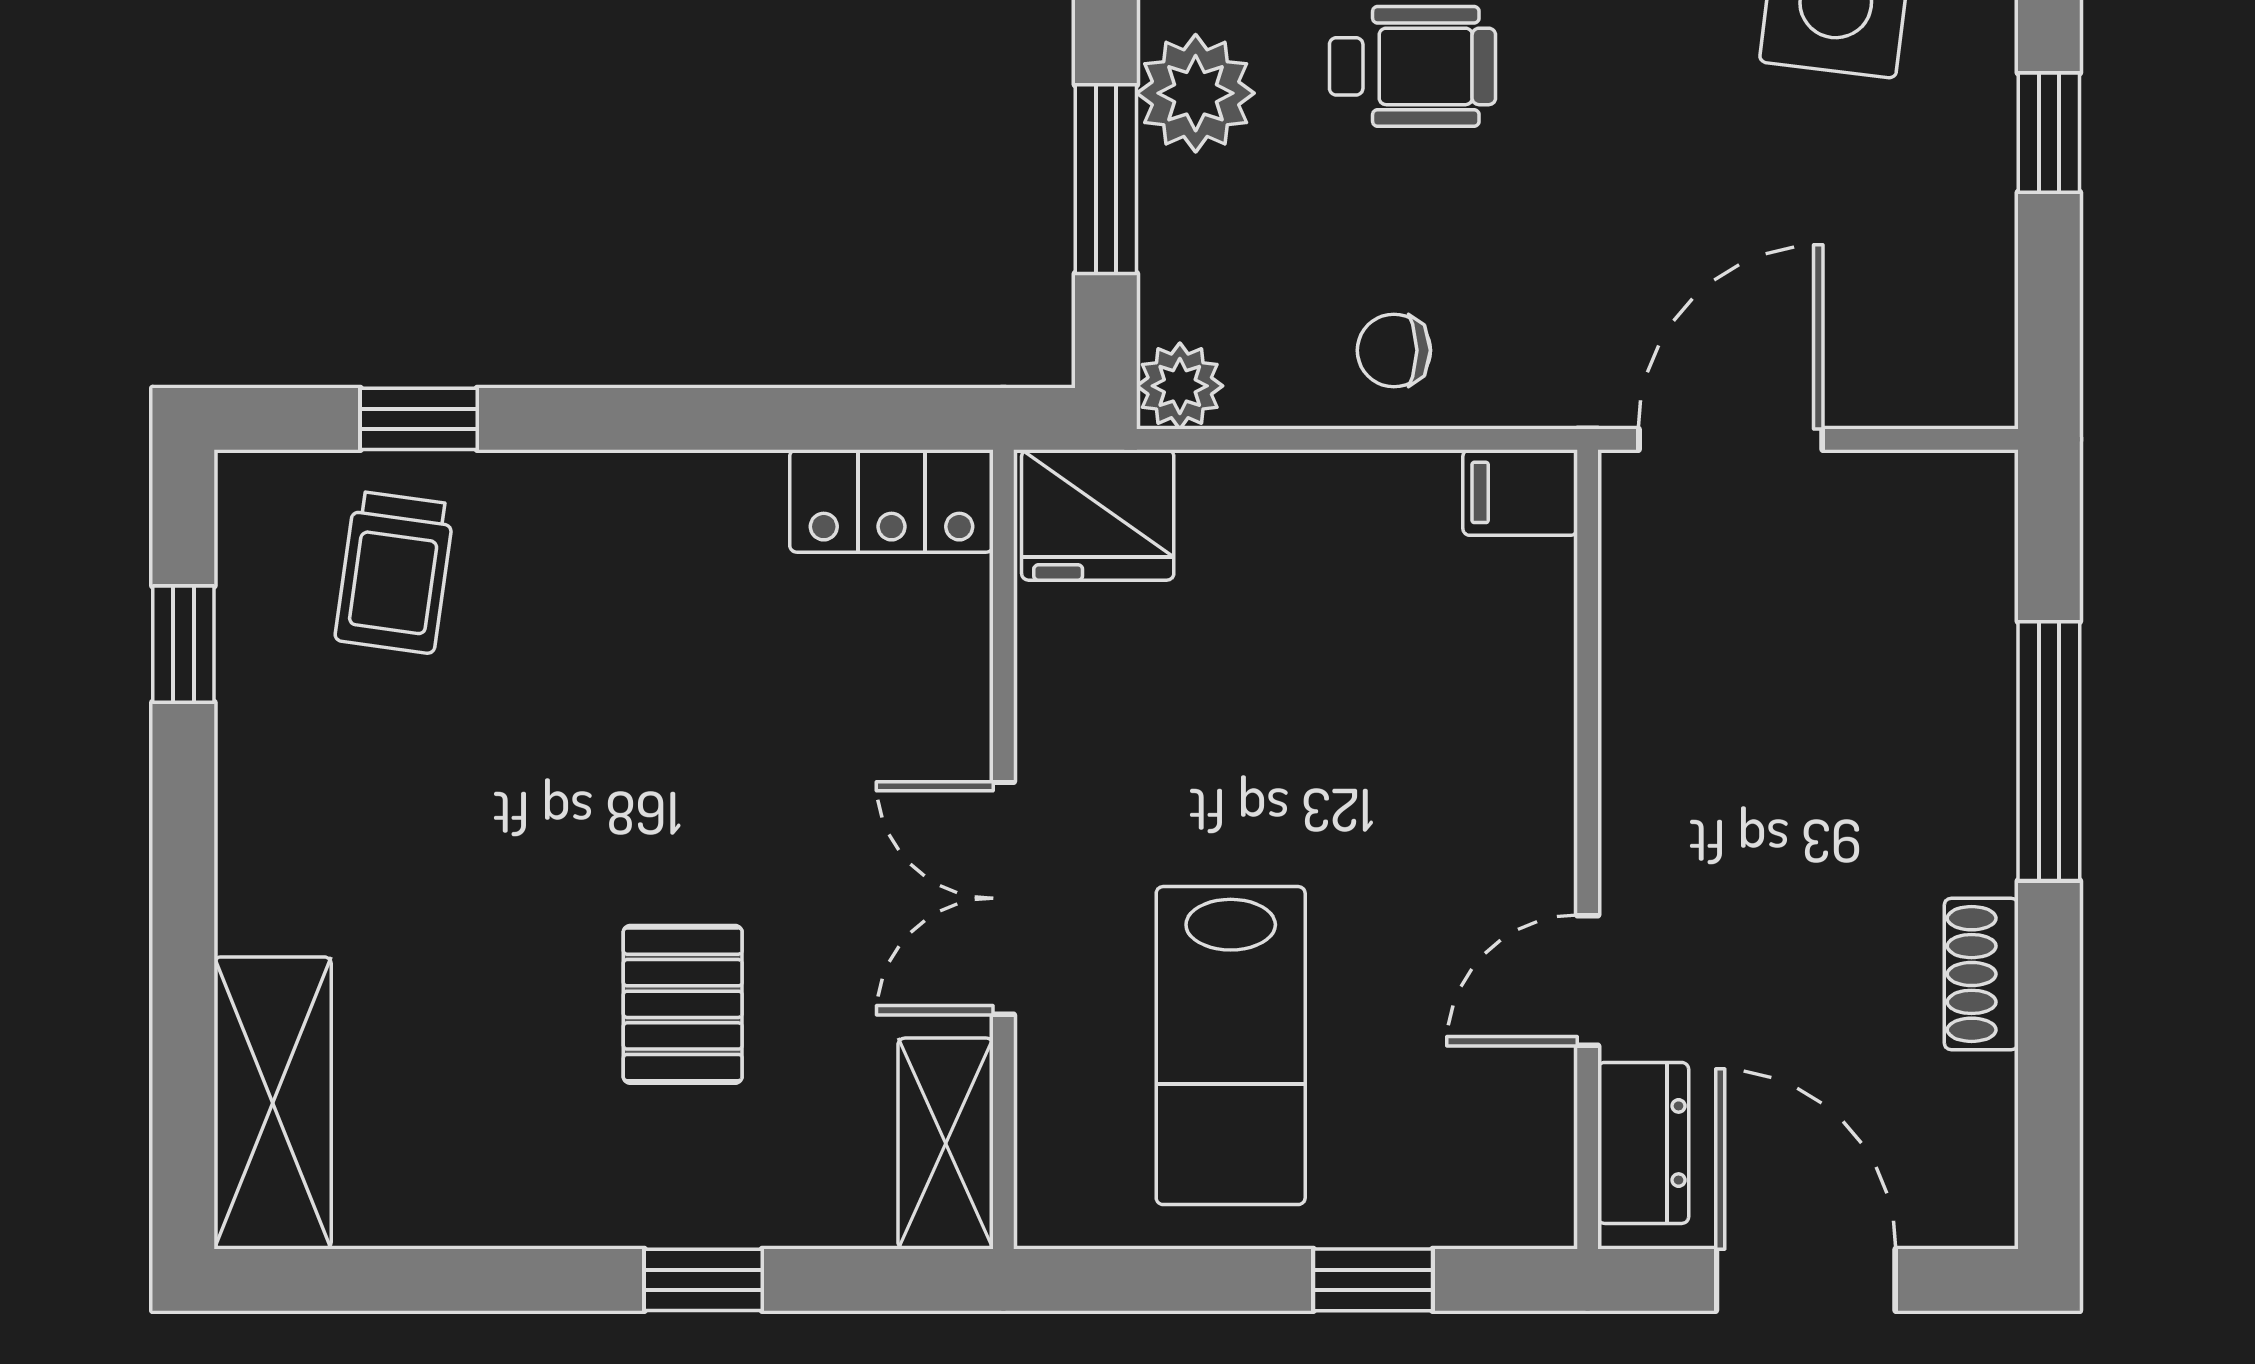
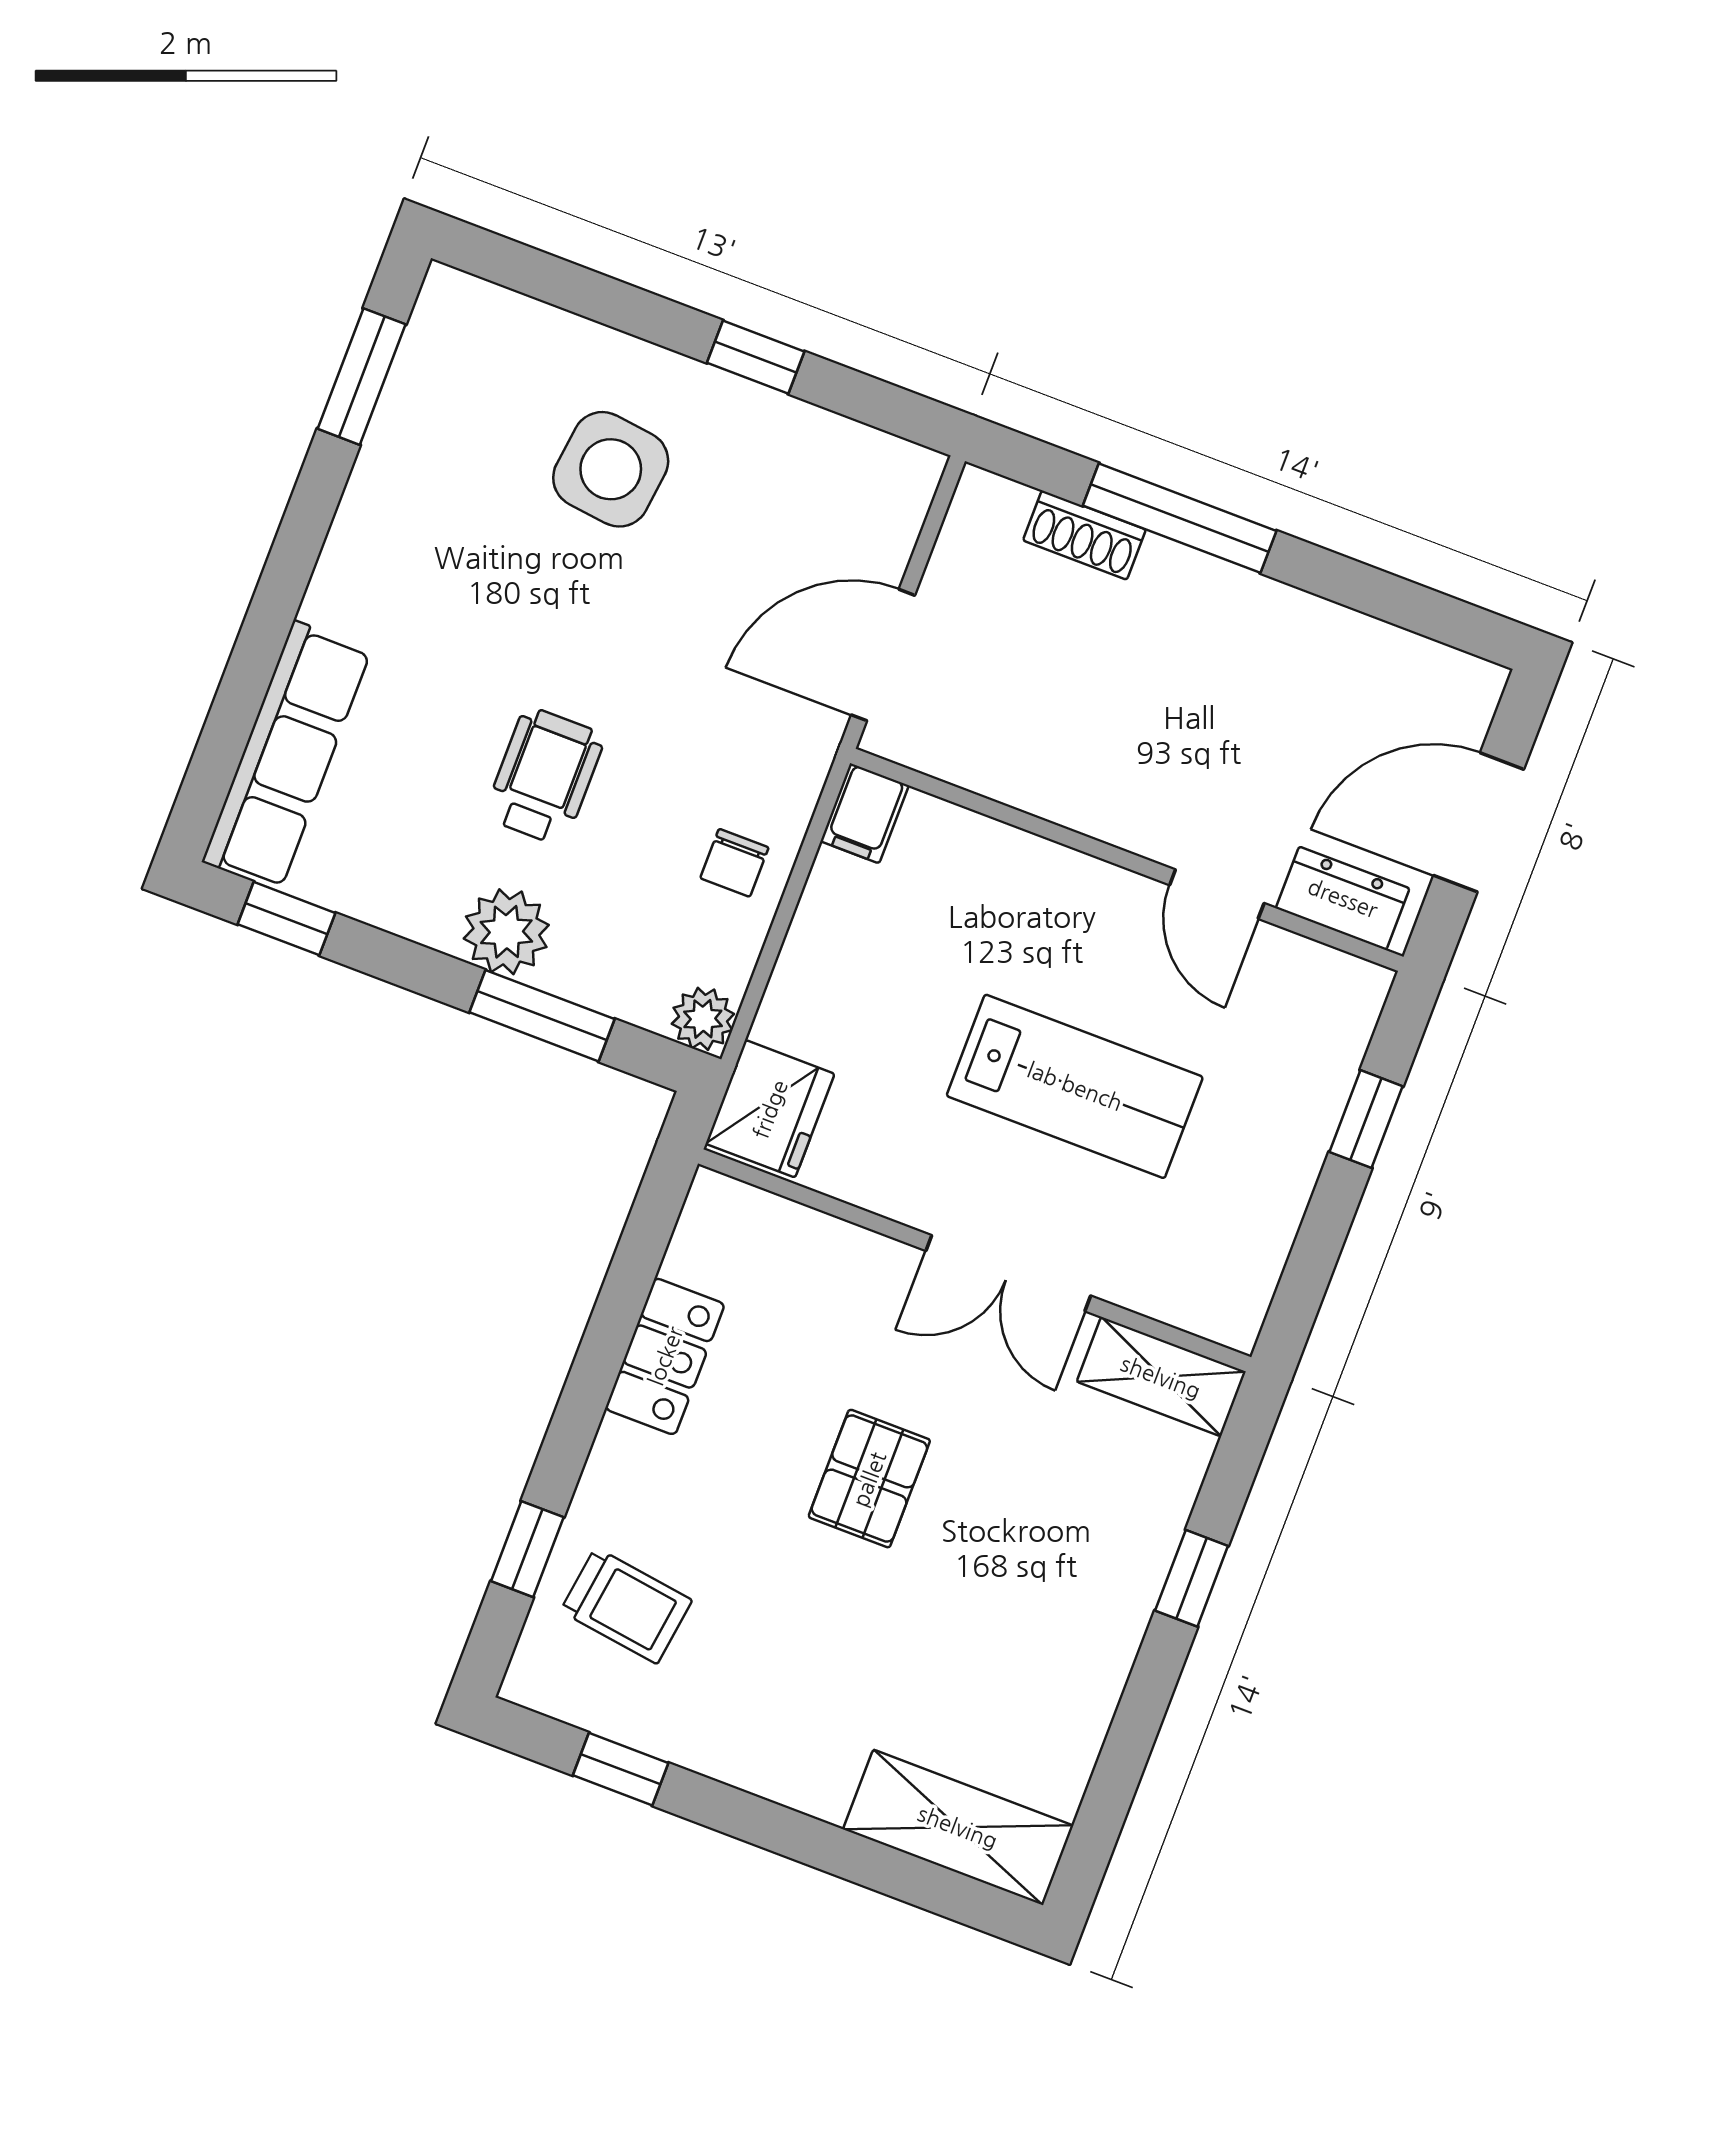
door: (1731, 439) -> (883, 655), hinge flipped
locker: (891, 501) -> (665, 1356), moved
shoe rack: (1981, 974) -> (1084, 535), moved
pallet: (683, 1004) -> (869, 1479), moved, turned 90
lab bench: (1231, 1046) -> (1075, 1086), moved

